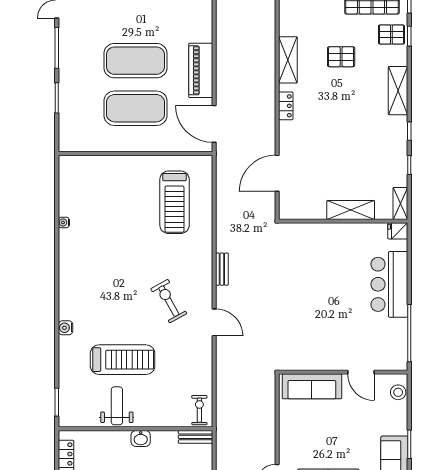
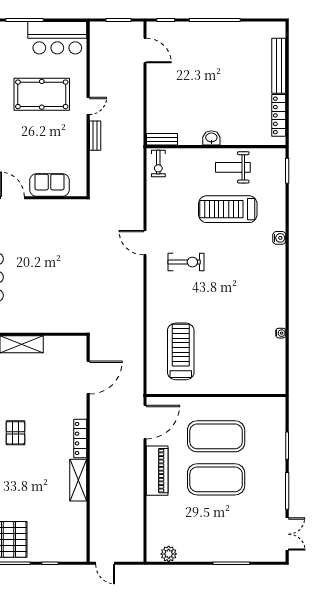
pallet: (341, 57) -> (15, 433), moved, turned 90
locker: (286, 106) -> (80, 439), width x1.53
door: (214, 124) -> (145, 422), hinge flipped
bench: (222, 269) -> (95, 136), moved
exercise bike: (169, 301) -> (186, 262), turned -61
sofa: (312, 386) -> (50, 185), width x0.73
weight bench: (117, 406) -> (233, 167), turned 90

